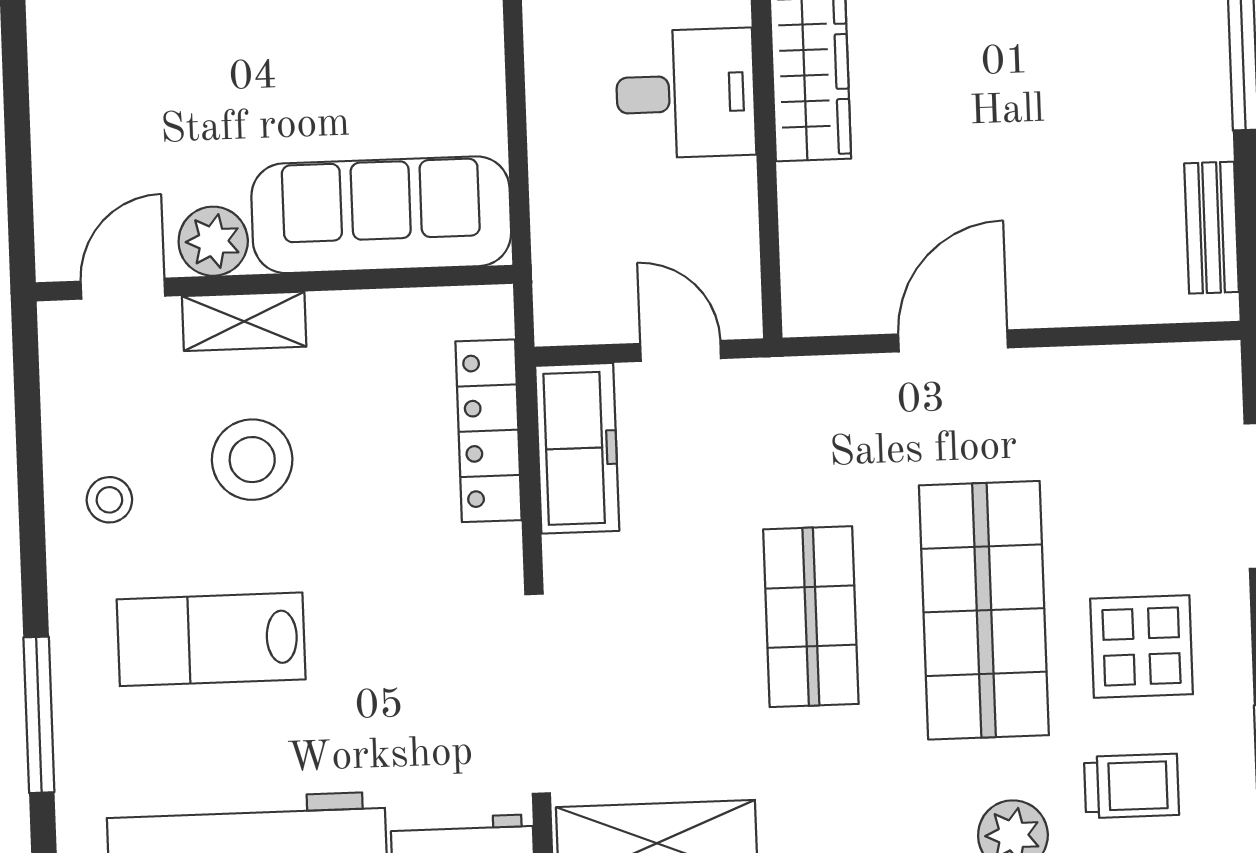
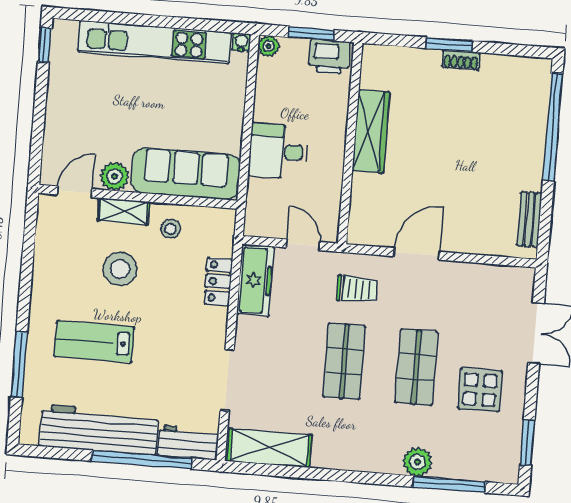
desk: (686, 93) -> (278, 151), moved, turned 180
locker: (488, 431) -> (218, 282), width x0.66
stool: (109, 500) -> (171, 229), moved
shop shelf: (984, 610) -> (416, 367), width x0.70, depth x0.74
doorway: (538, 694) -> (227, 380), width x0.73
trolley: (1131, 786) -> (357, 289), moved

